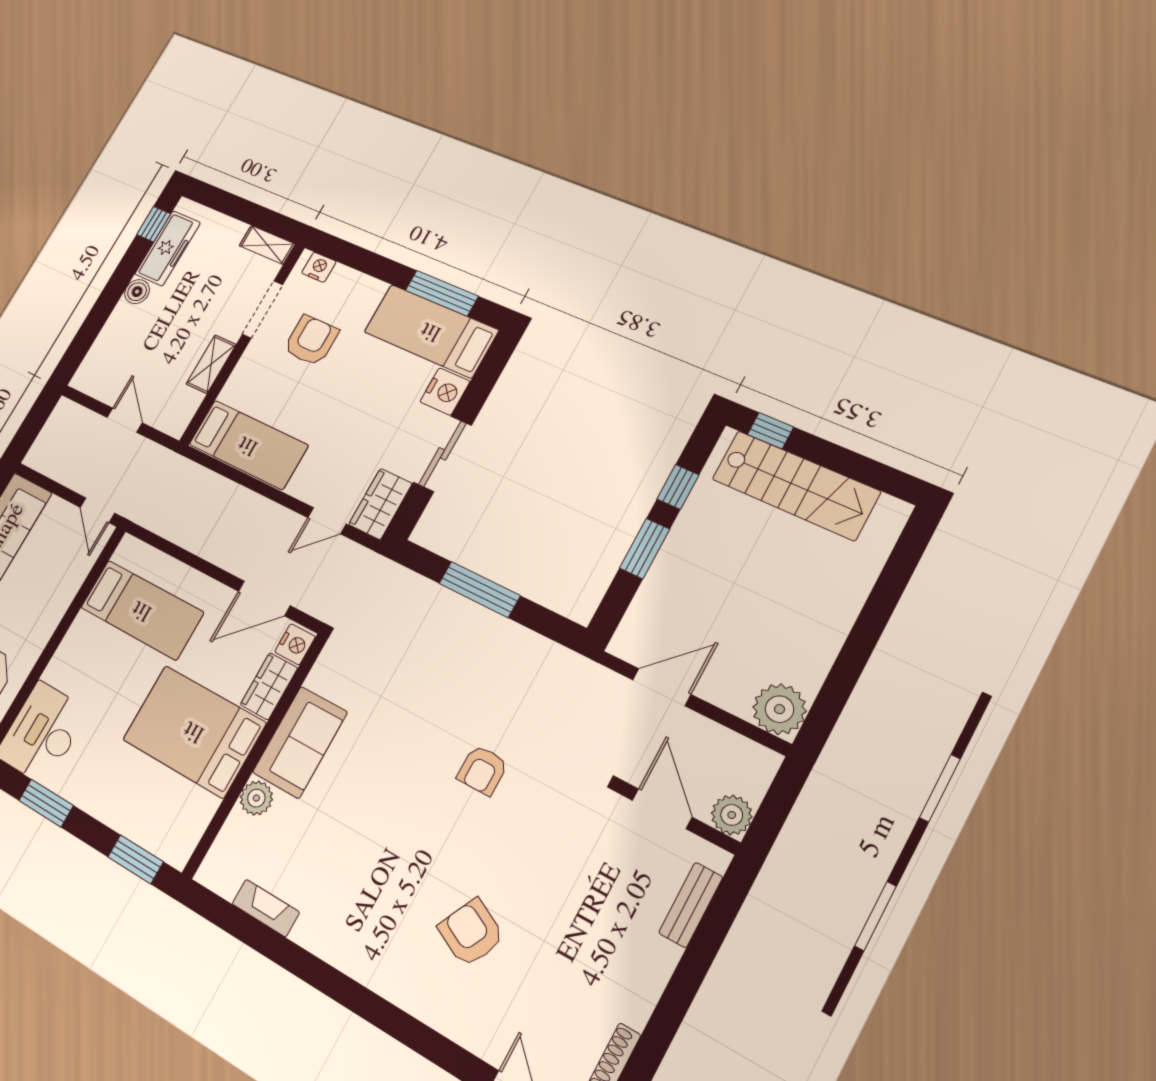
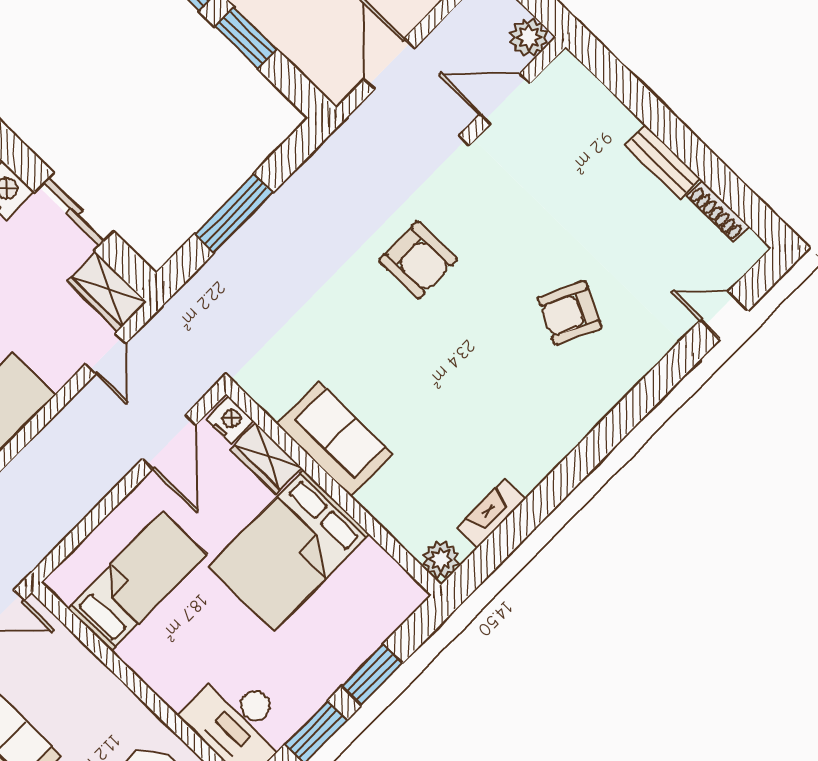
armchair: (482, 770) -> (418, 260), width x1.38, depth x1.38
plant: (256, 798) -> (441, 560), moved
window: (136, 859) -> (372, 675), moved
bench: (691, 905) -> (662, 162), moved

